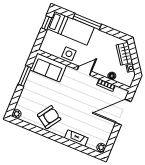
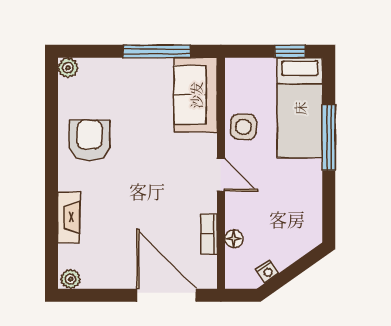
wardrobe: (124, 54) -> (293, 246), removed
window: (25, 76) -> (157, 51), width x1.44
armchair: (49, 117) -> (90, 140), turned -124

